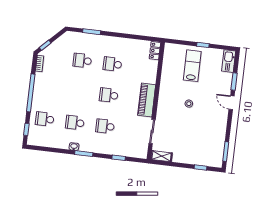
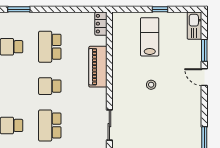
school desk: (112, 64) -> (50, 47), width x1.85
piano: (147, 100) -> (98, 67), moved
school desk: (105, 126) -> (50, 125), width x1.85

